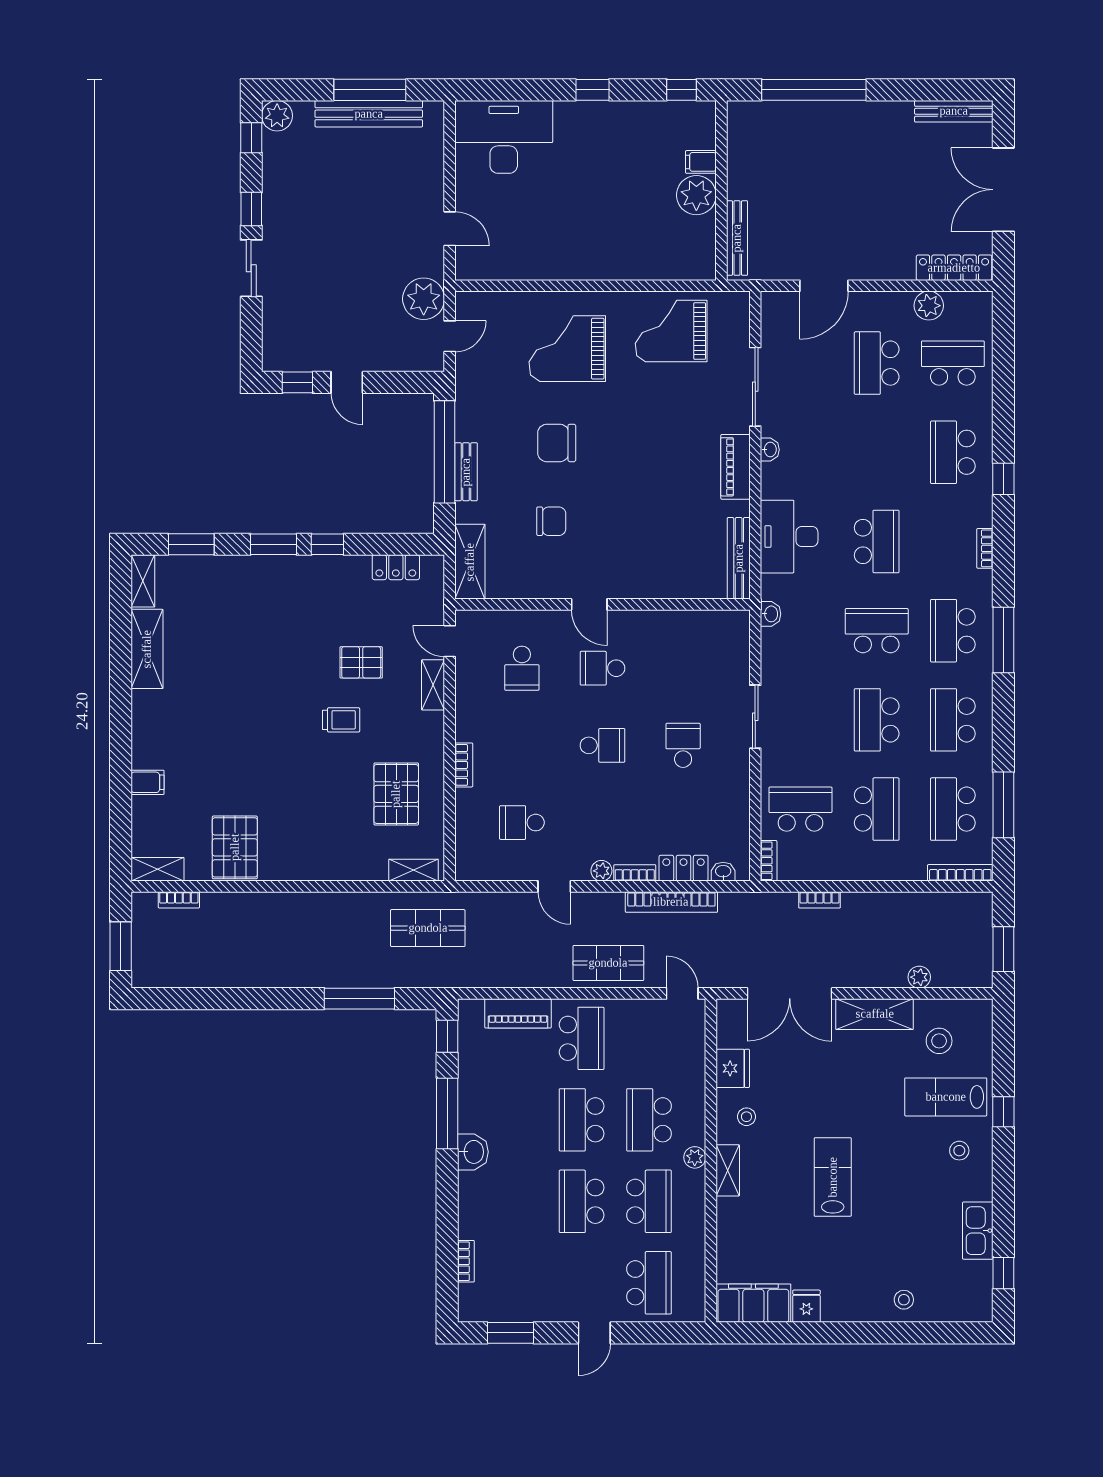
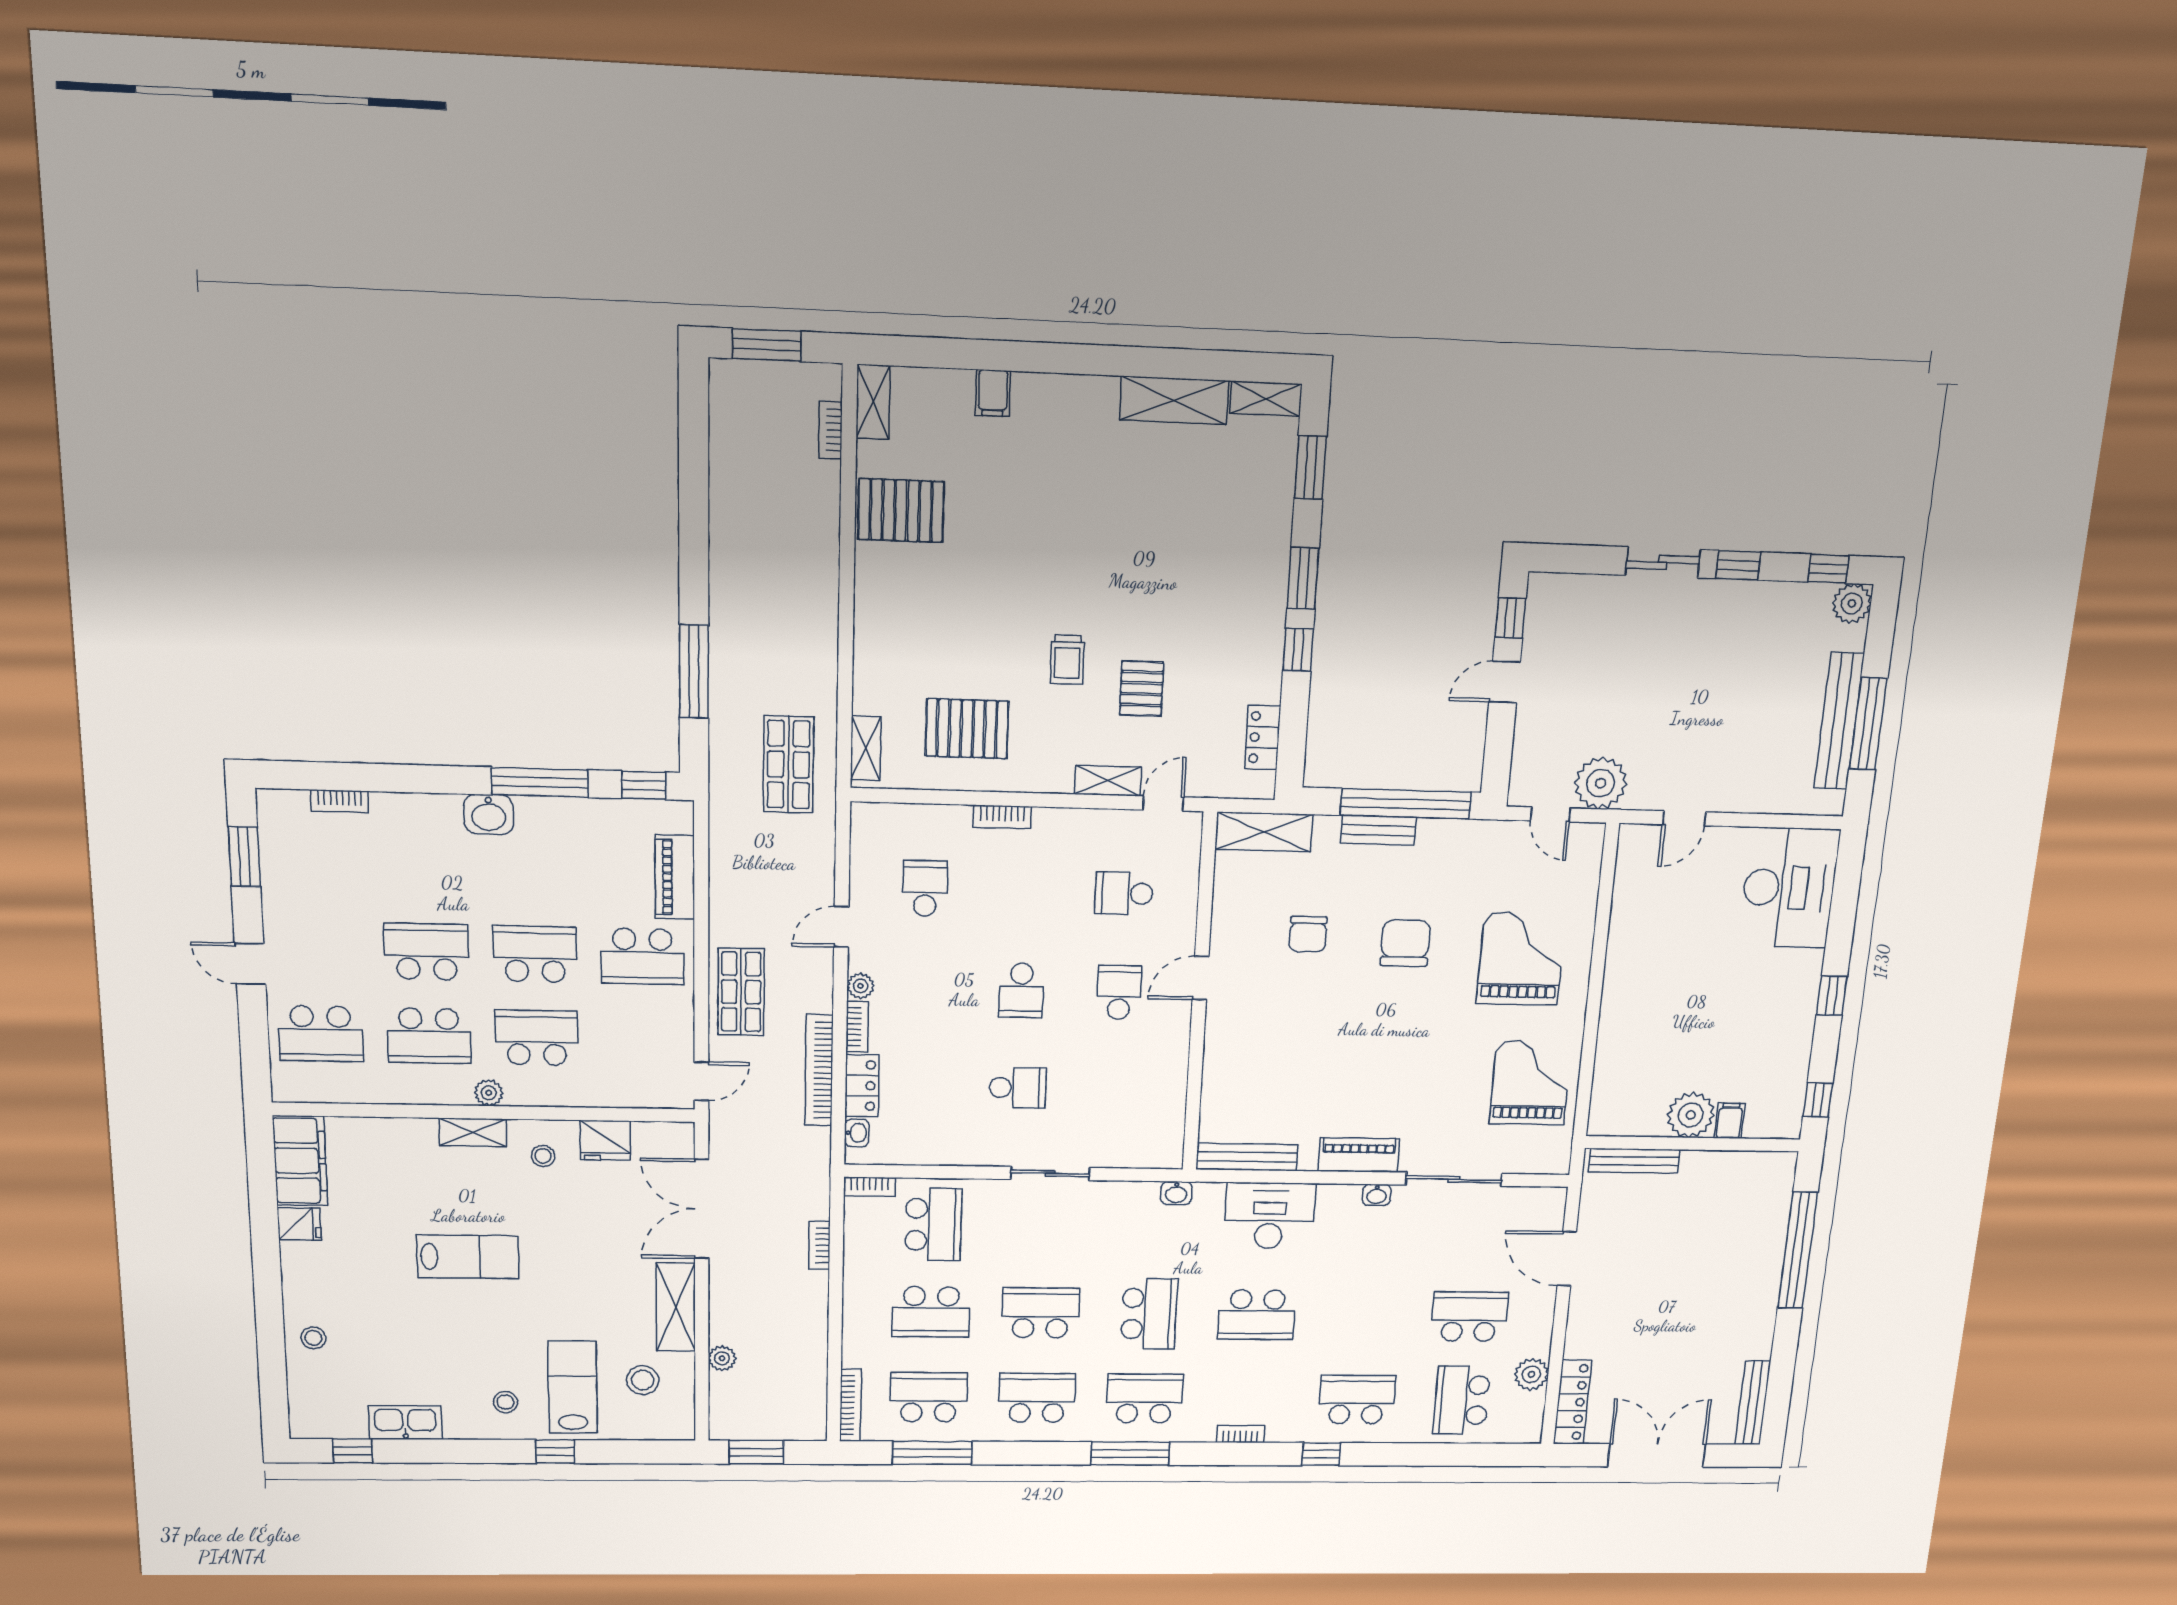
school desk: (953, 363) -> (1462, 1400), turned 180

